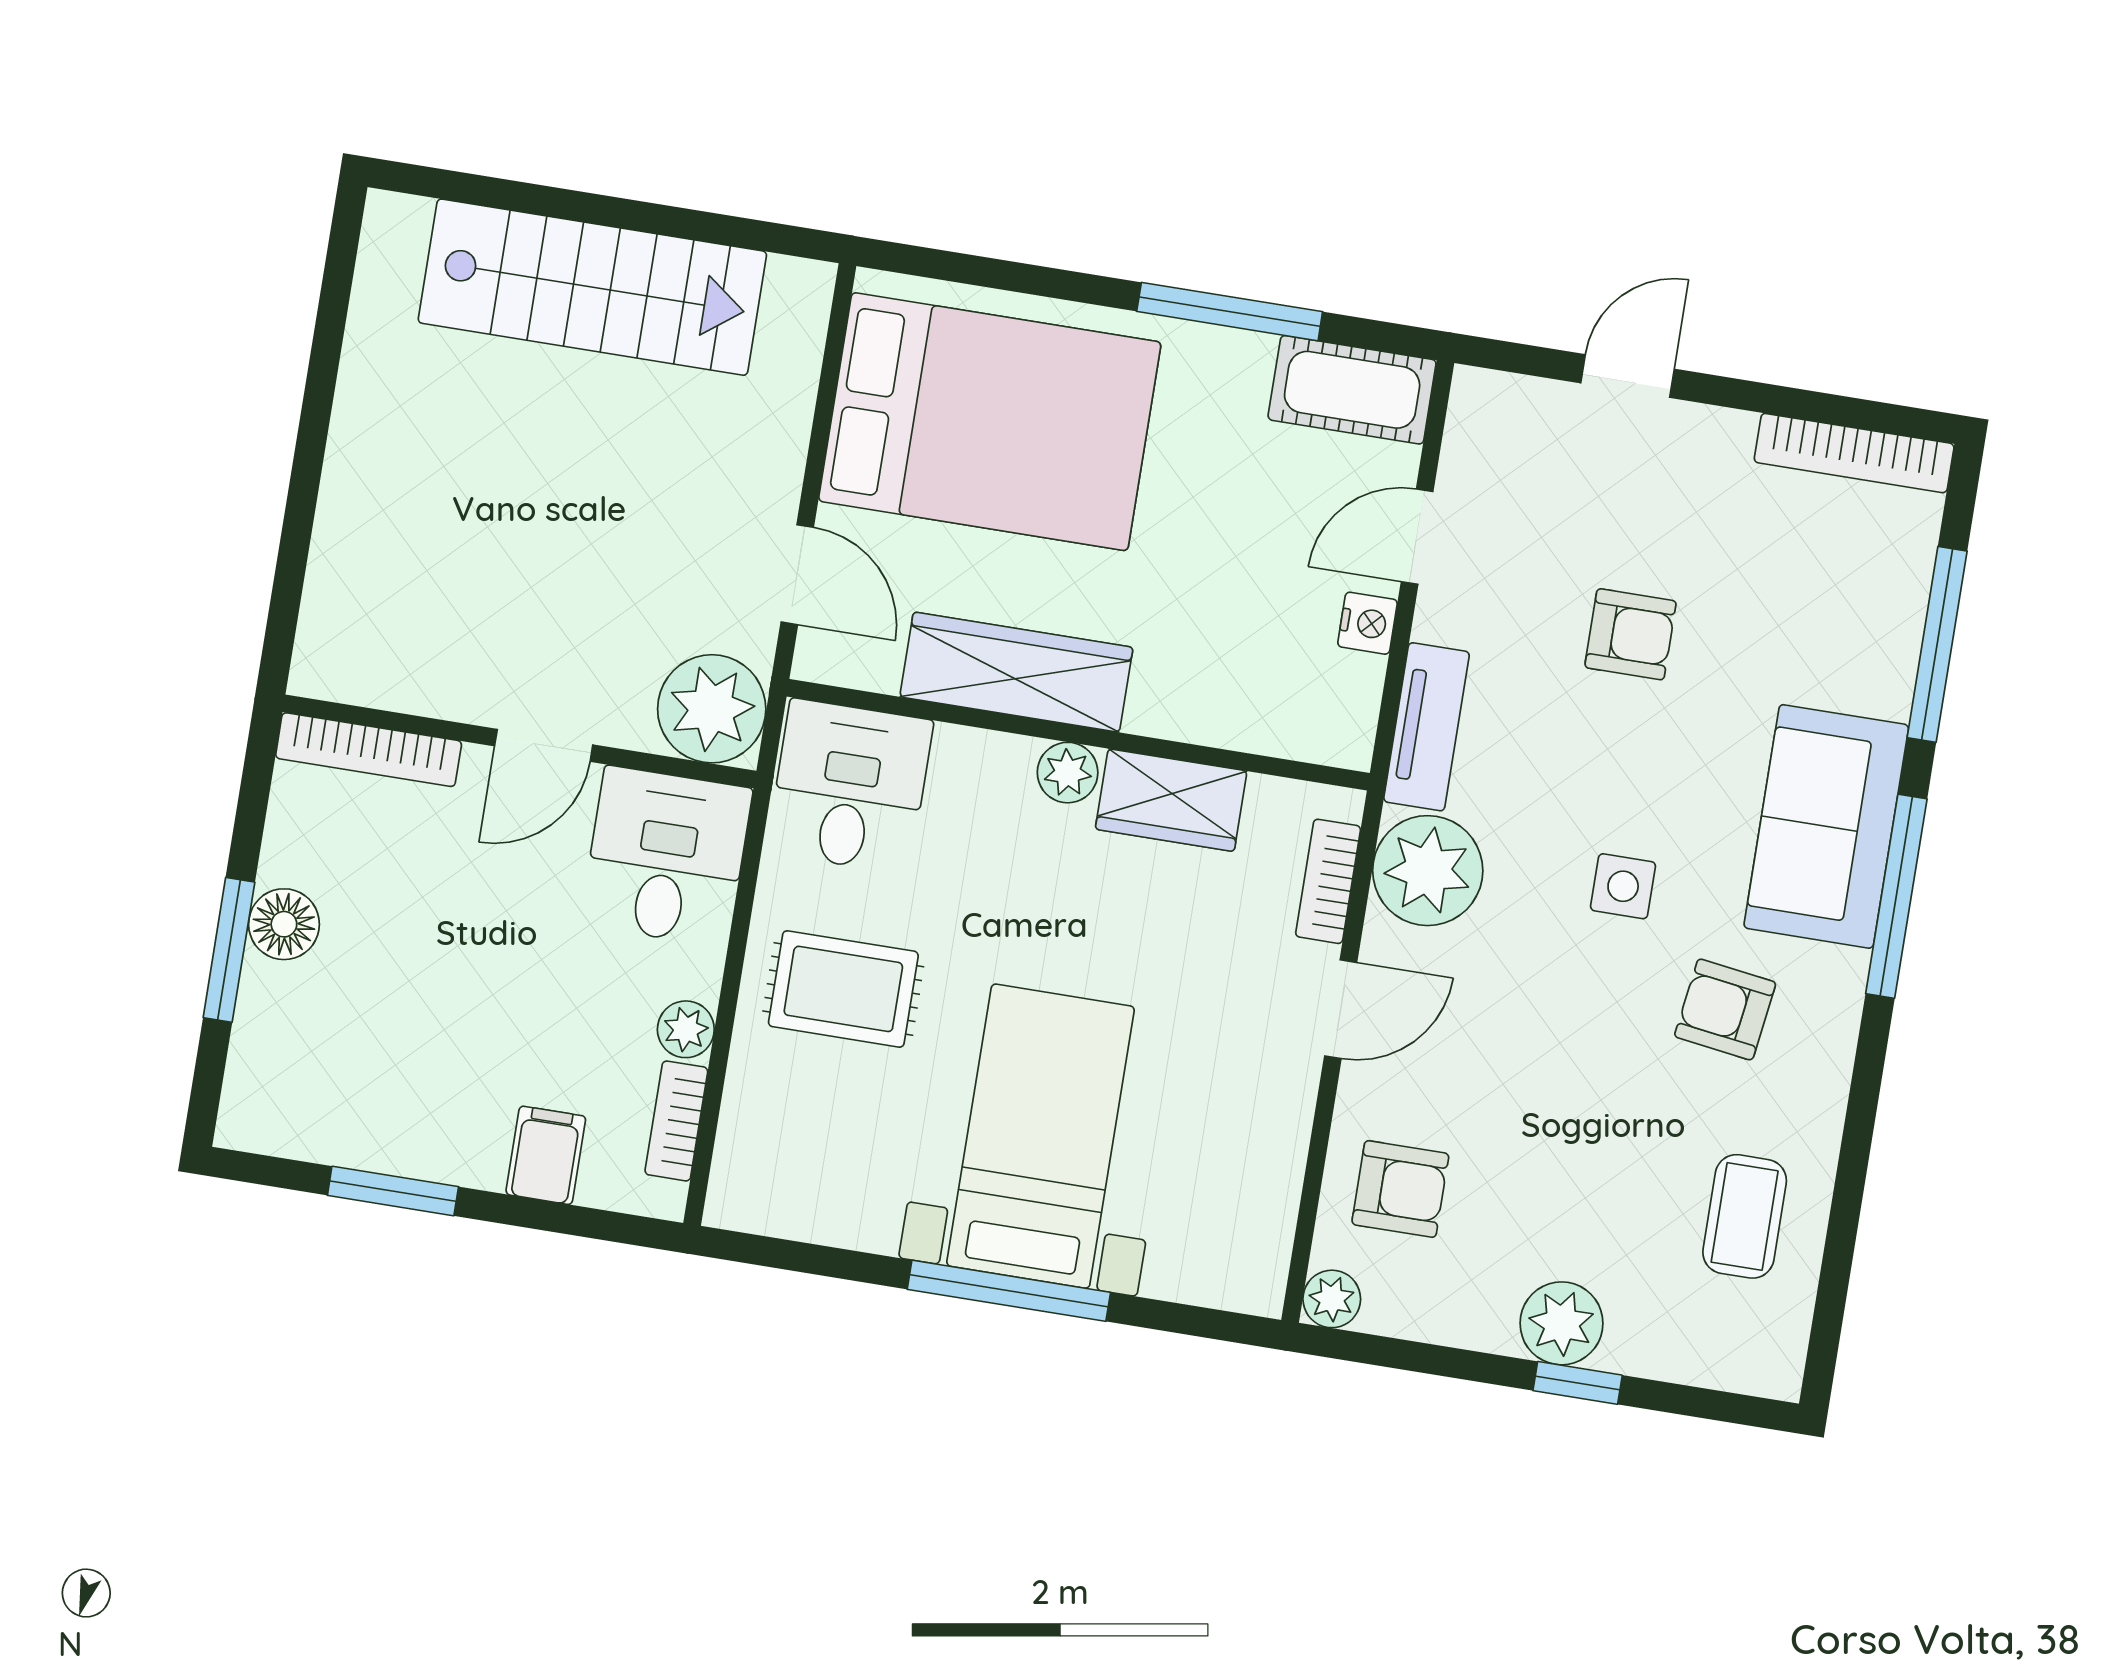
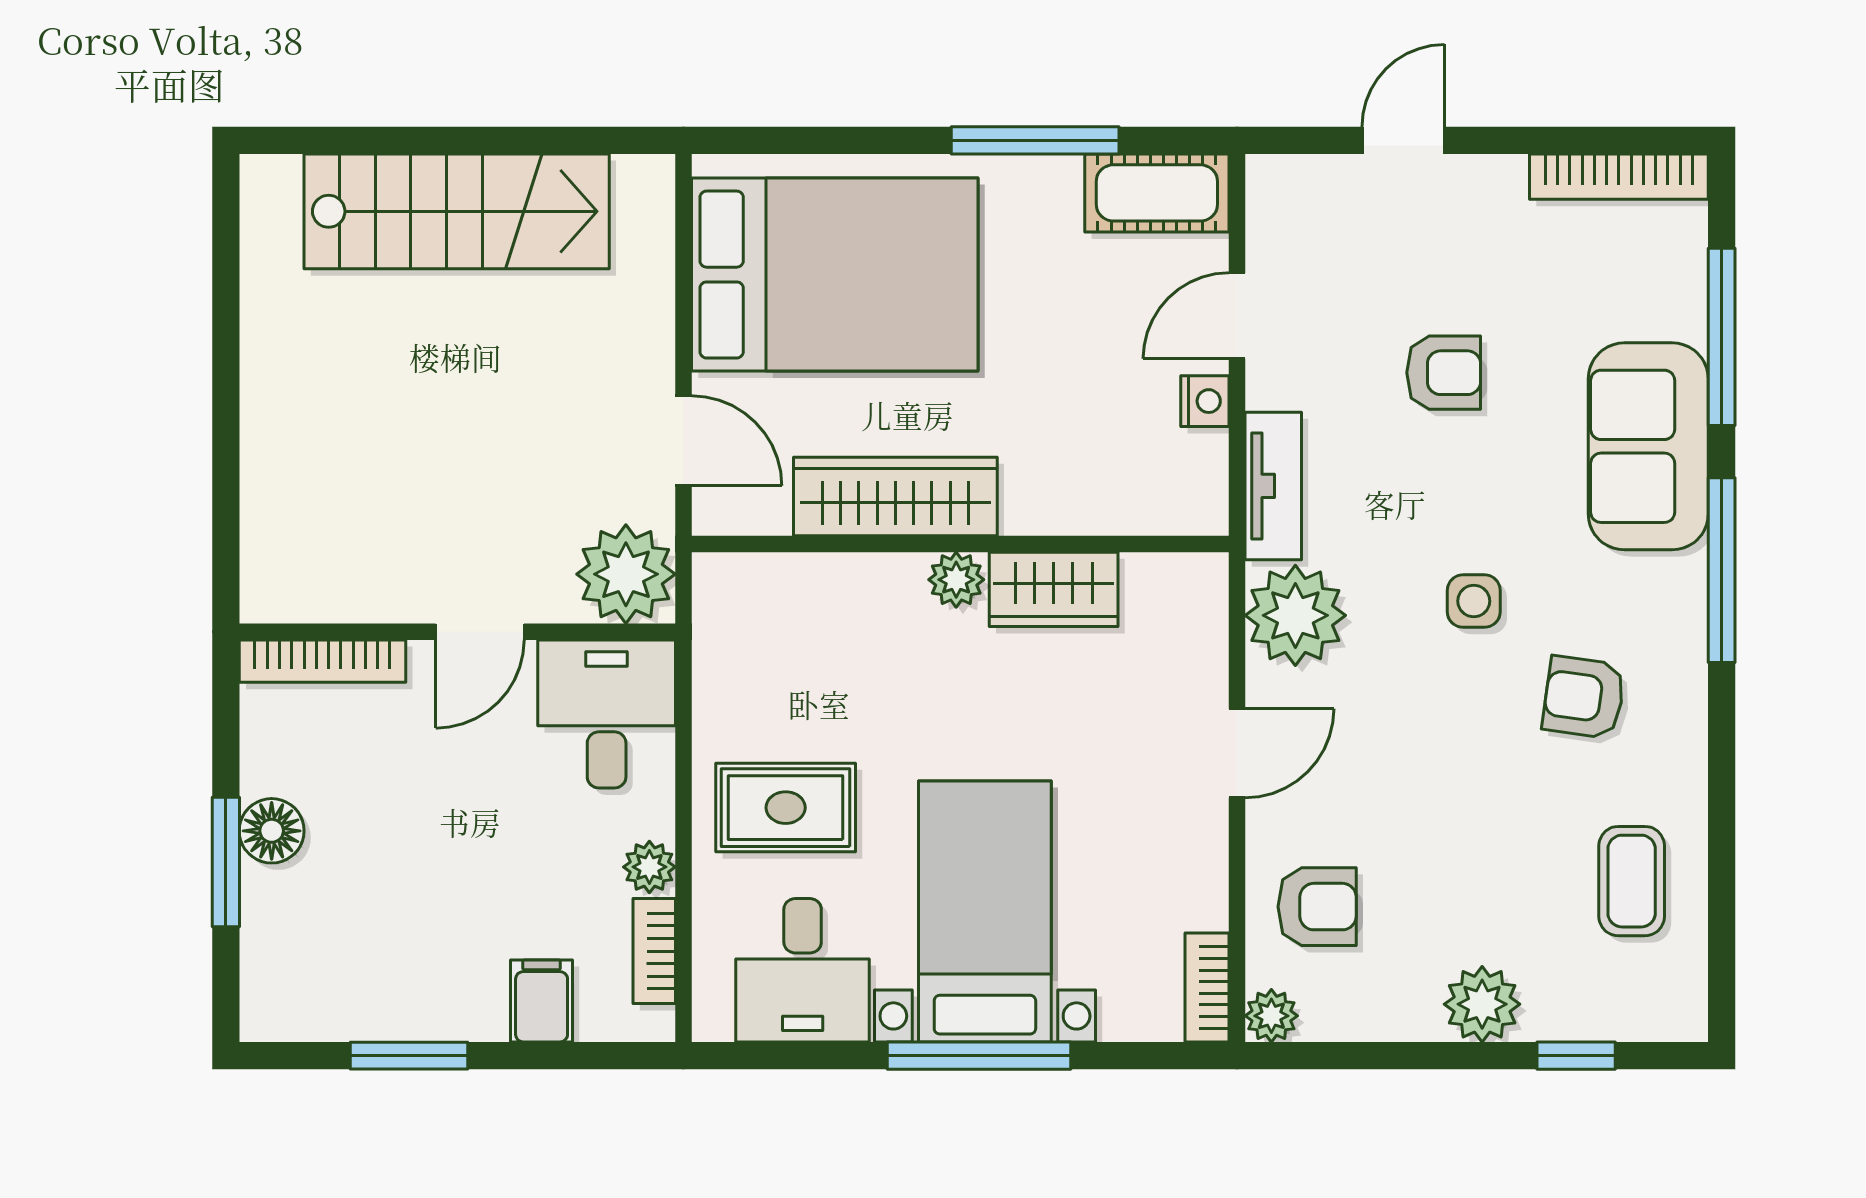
desk: (850, 786) -> (803, 970), moved, turned 180
sofa: (1826, 826) -> (1648, 446), moved
bookcase: (1328, 881) -> (1207, 988), moved
window: (1578, 1383) -> (1576, 1056), moved

